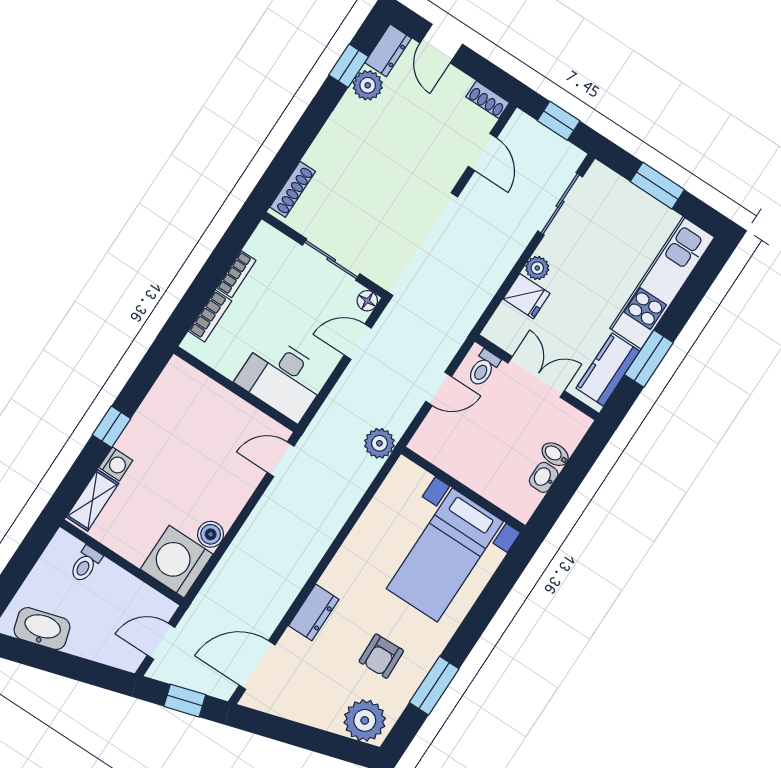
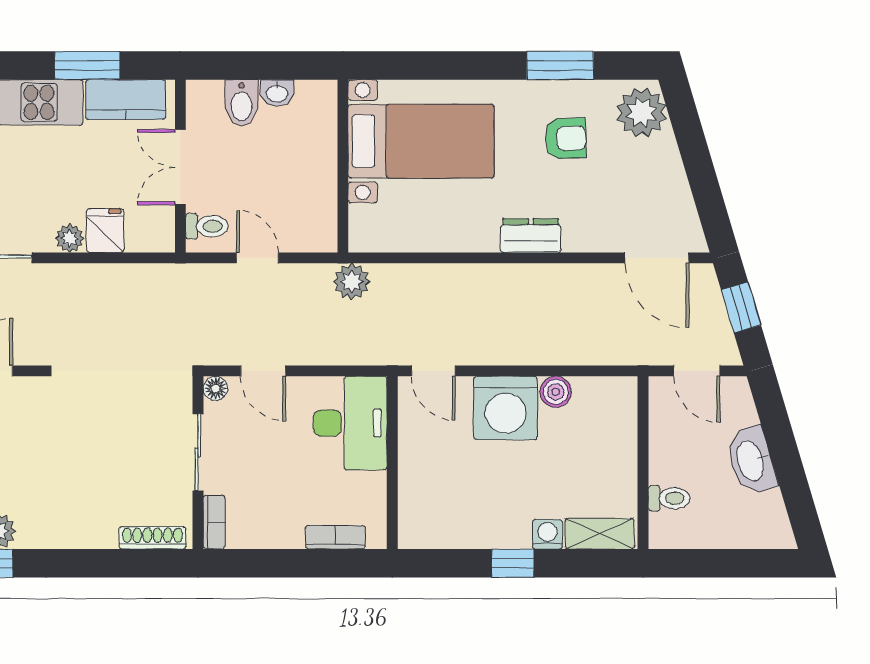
bookcase: (236, 274) -> (214, 522), moved, turned 90
bidet: (555, 454) -> (242, 103), width x1.38, depth x1.36
washing machine: (177, 562) -> (506, 408), moved
dresser: (314, 612) -> (531, 236), moved
washbasin: (42, 629) -> (751, 460), moved

